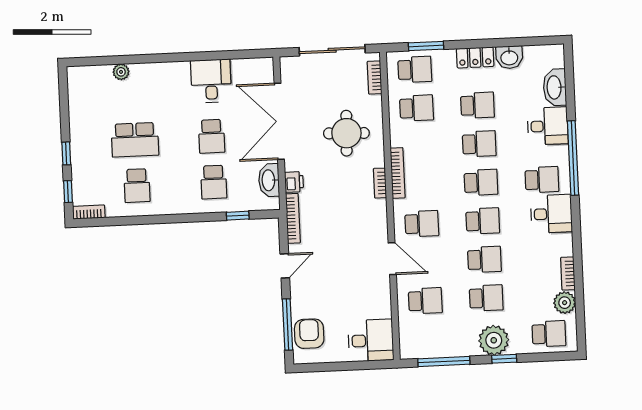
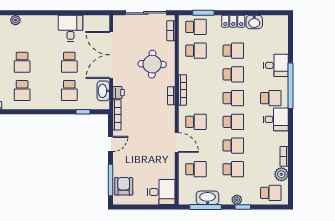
washbasin: (555, 87) -> (207, 198), moved, turned 90
school desk: (135, 140) -> (22, 62), width x0.54
plant: (494, 340) -> (237, 200), width x0.53, depth x0.53

